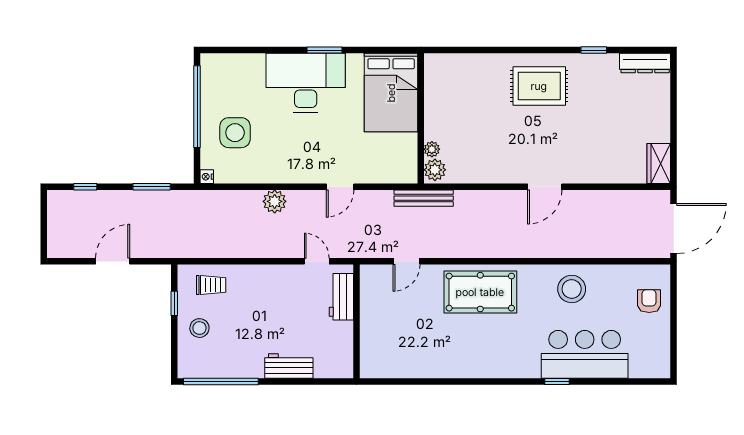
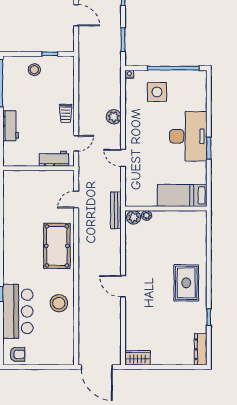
bed: (391, 93) -> (182, 195), width x0.67
door: (406, 261) -> (76, 200), hinge flipped
trolley: (211, 285) -> (66, 113), moved
armchair: (649, 301) -> (17, 354), moved

